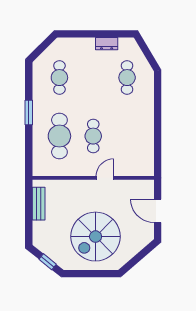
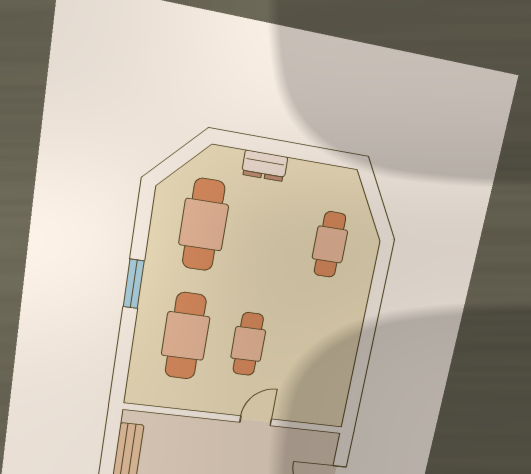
dresser: (107, 44) -> (265, 166), moved
cafe table: (59, 78) -> (204, 225), width x1.37, depth x1.35

